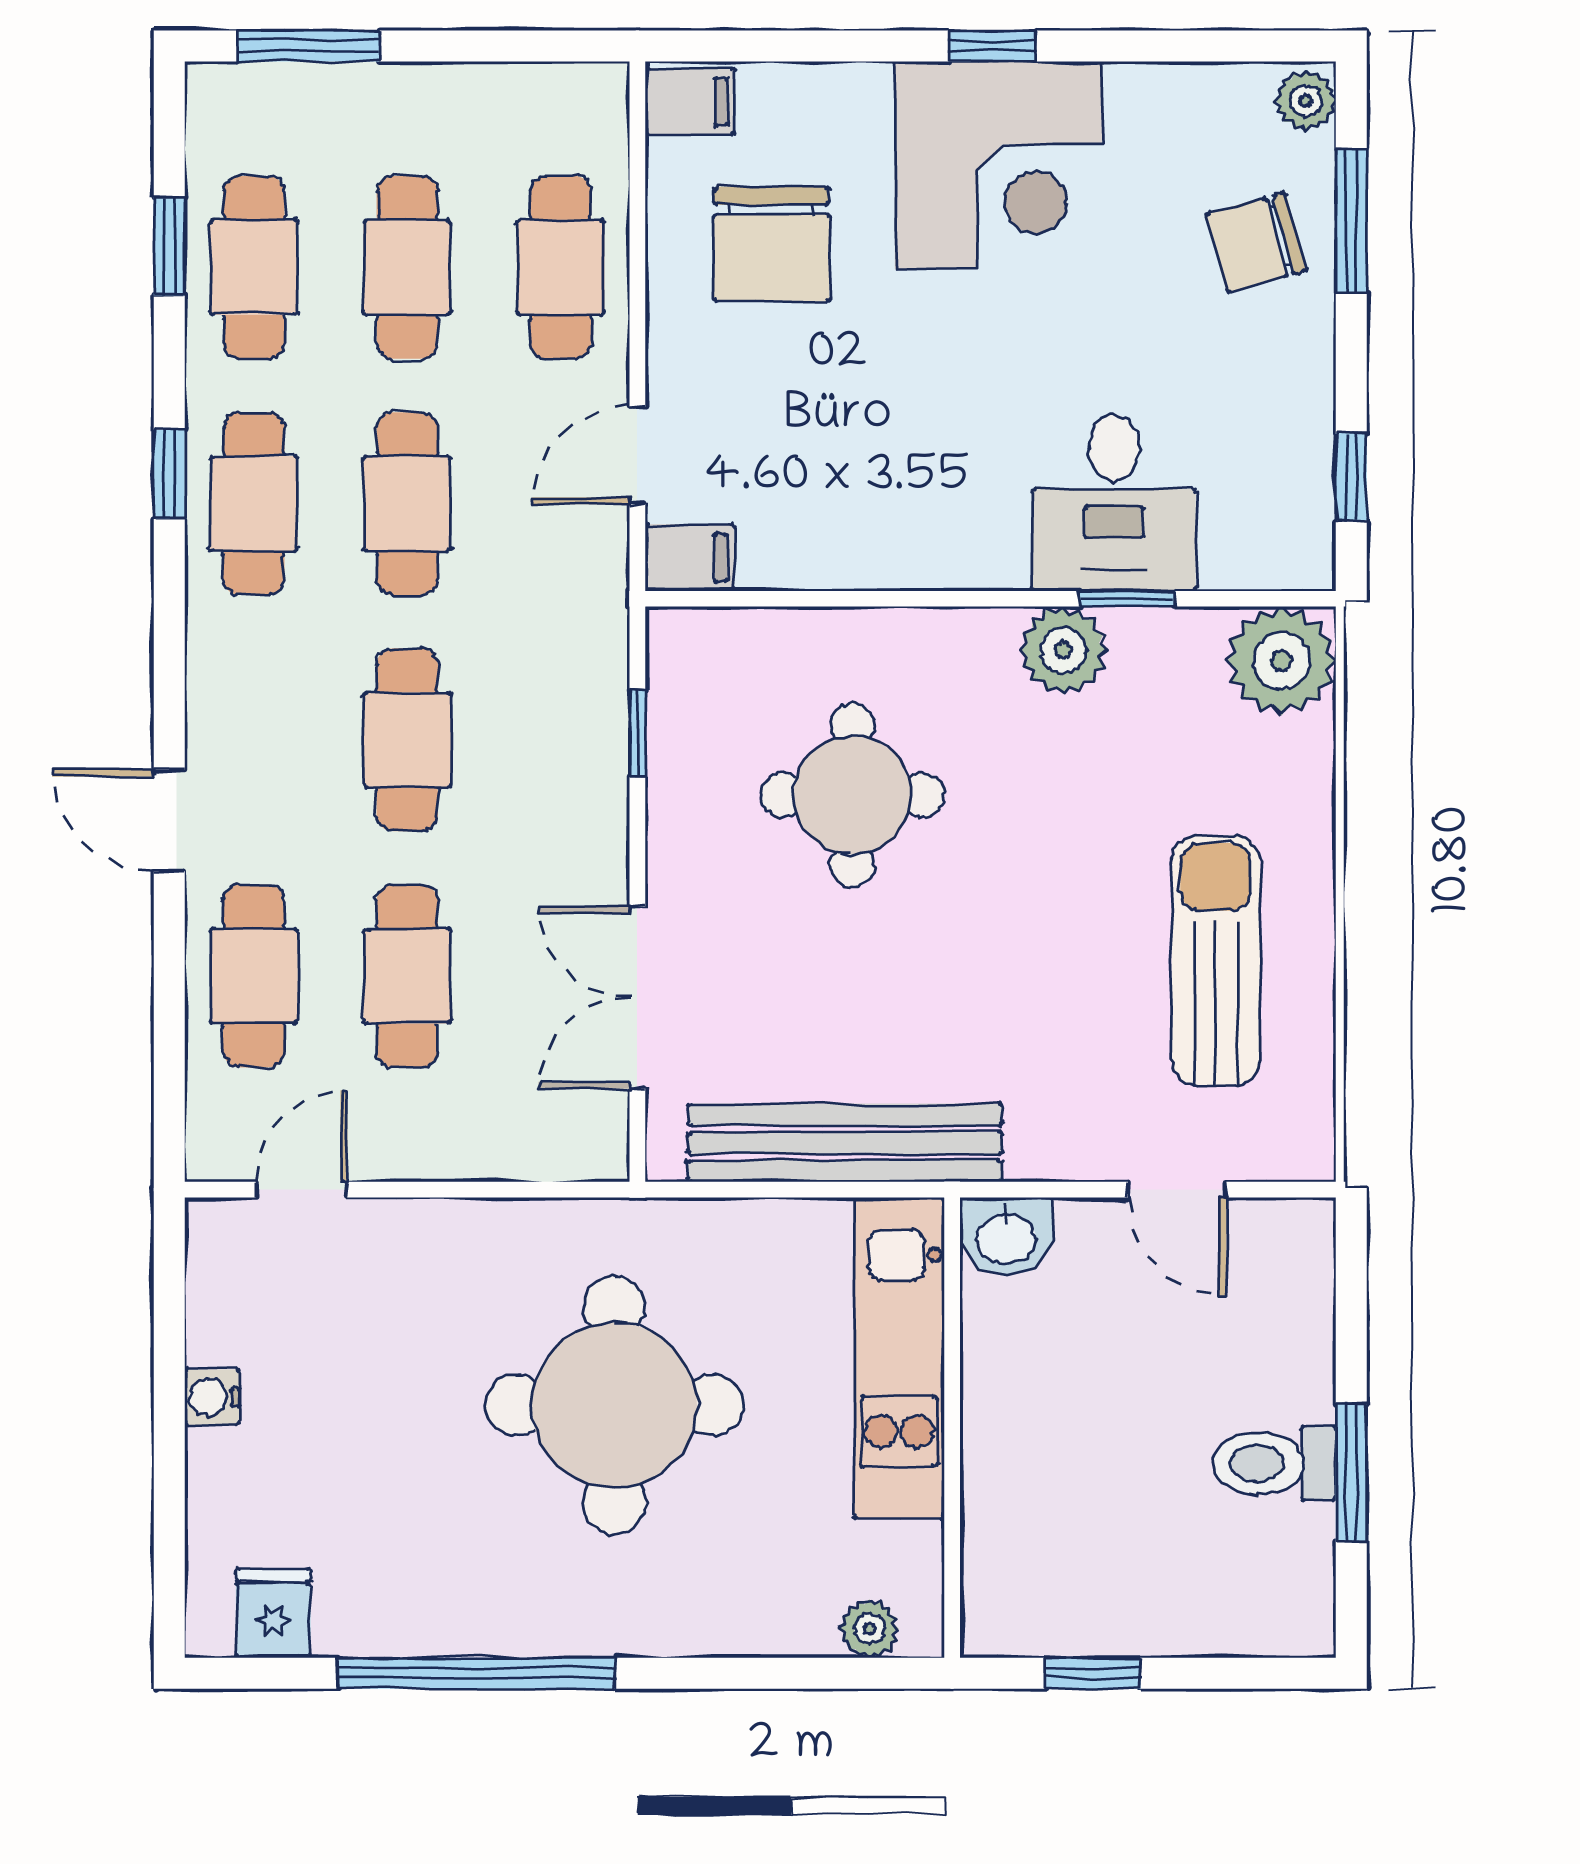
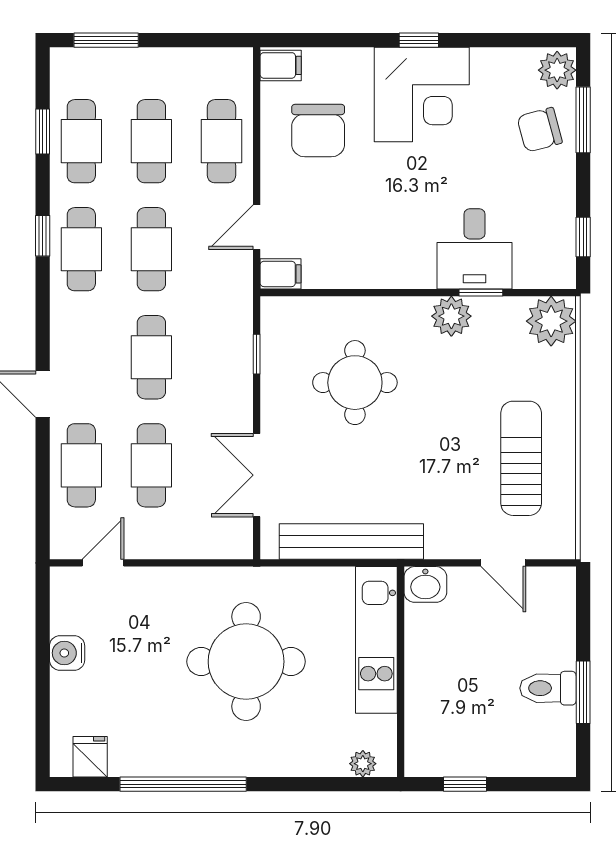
plant: (1306, 101) -> (557, 70), width x1.38, depth x1.38
water cooler: (212, 1397) -> (67, 653), width x1.38, depth x1.38

